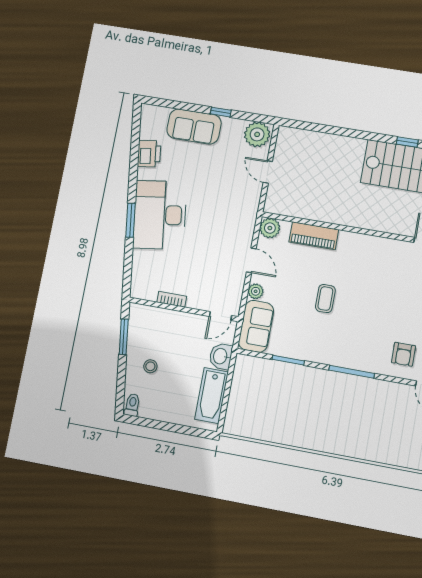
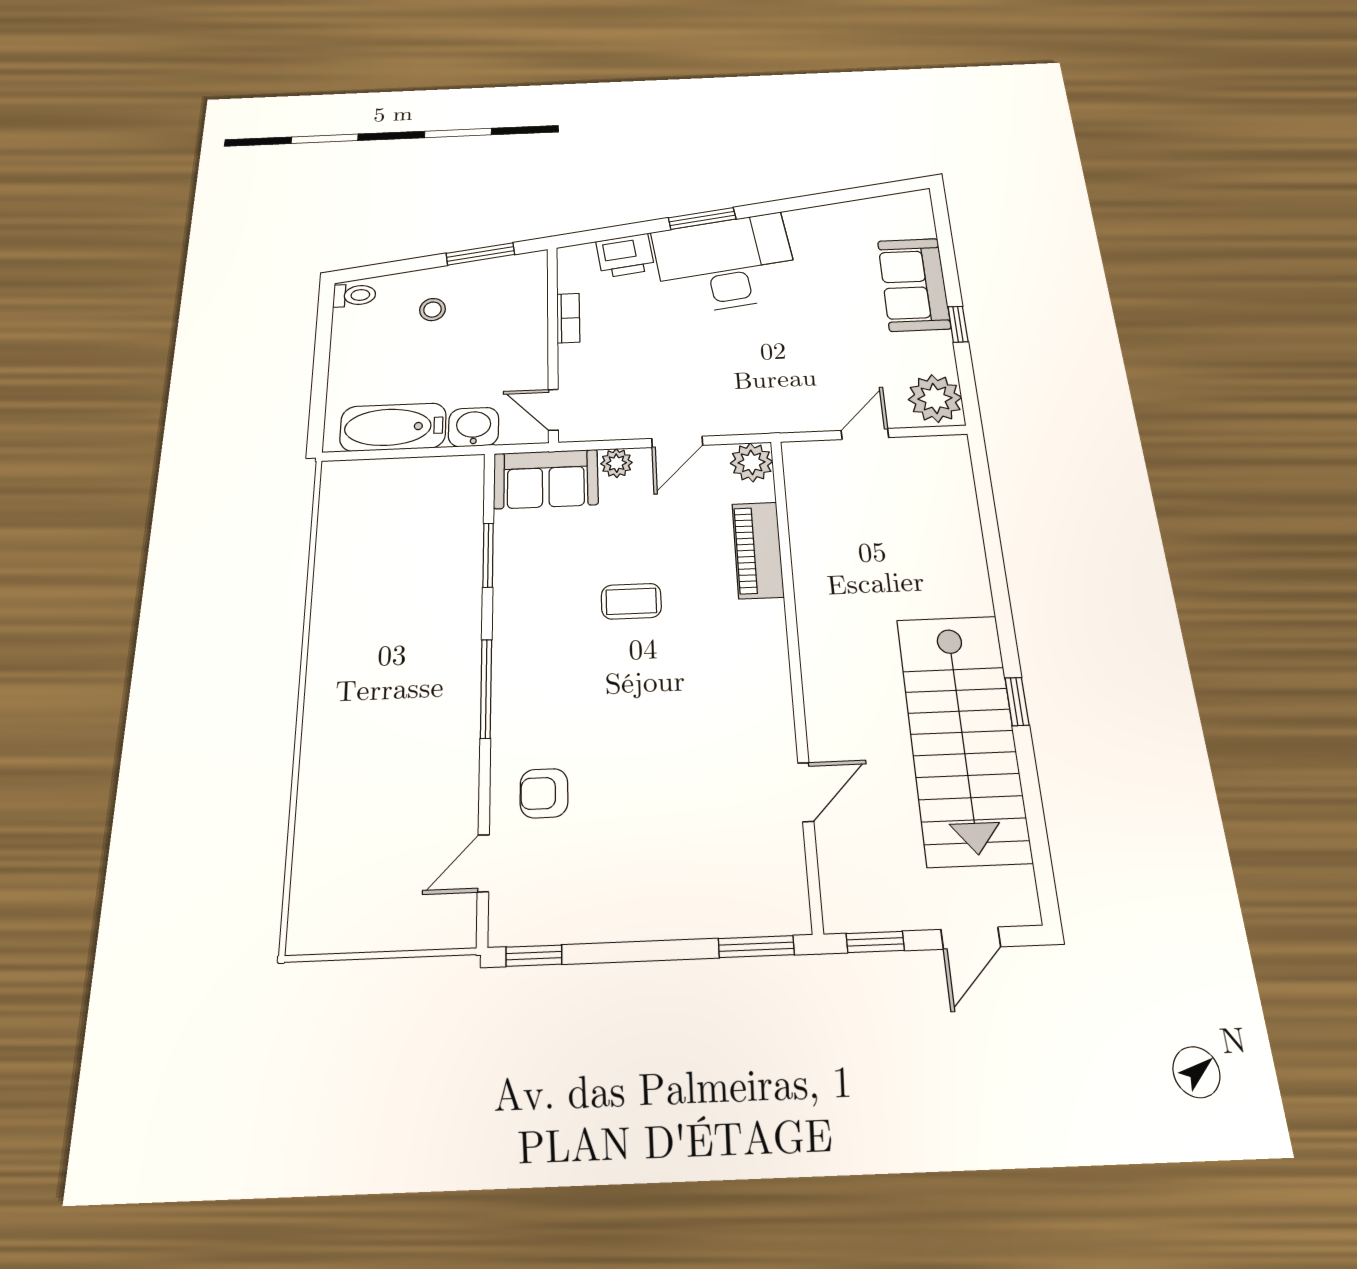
printer: (149, 154) -> (625, 256), moved

